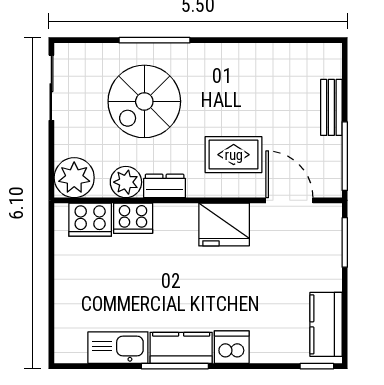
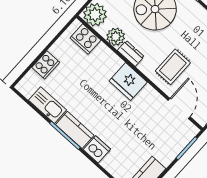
rug: (234, 155) -> (173, 67), turned 90
cooker: (133, 218) -> (46, 65), moved, turned -90
fridge: (224, 225) -> (128, 81), moved

